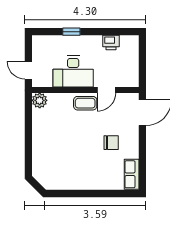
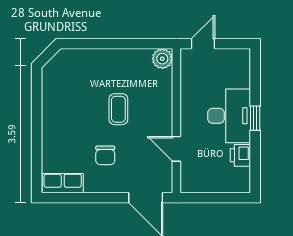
window: (71, 32) -> (255, 118), moved
desk: (73, 72) -> (229, 116), moved, turned 180
coffee table: (85, 103) -> (118, 109), moved

